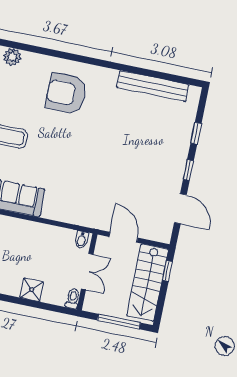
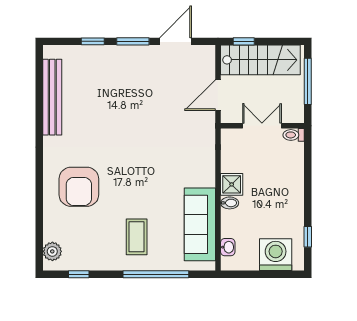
window: (188, 170) -> (133, 41), width x1.50
bidet: (81, 240) -> (230, 203), moved
shower: (32, 290) -> (232, 184), moved

